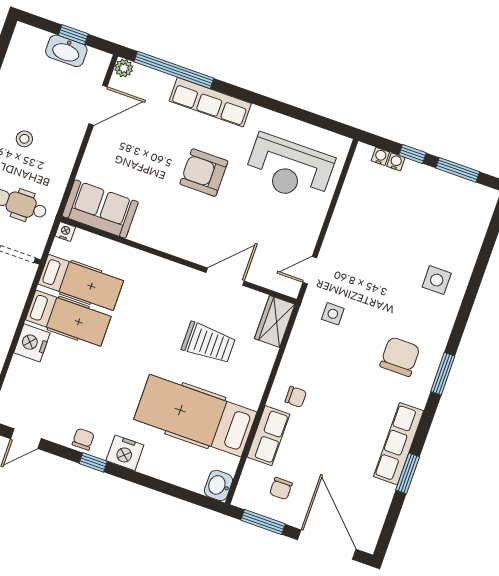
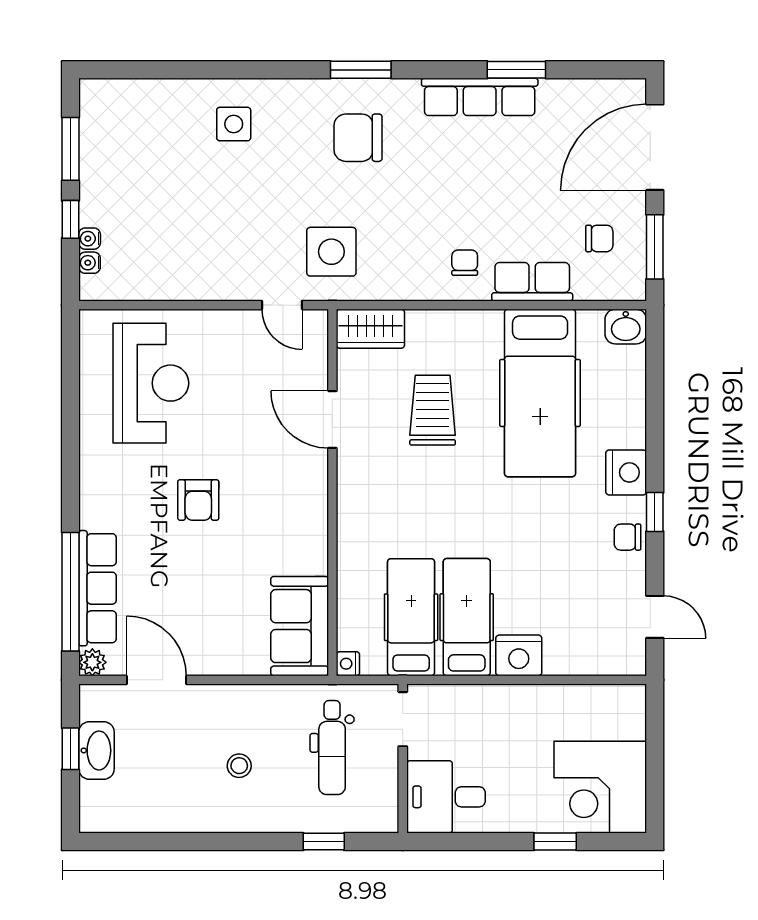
row of seats: (210, 102) -> (97, 588), moved
armchair: (204, 173) -> (198, 500), width x0.72, depth x0.72
side table: (333, 314) -> (331, 252), width x1.87, depth x1.87

